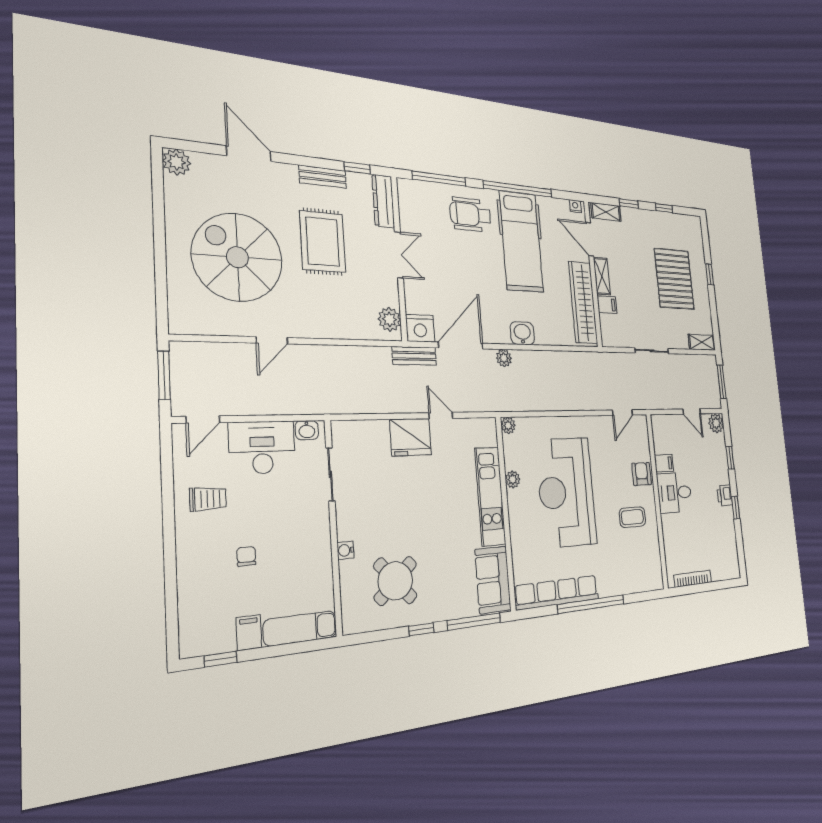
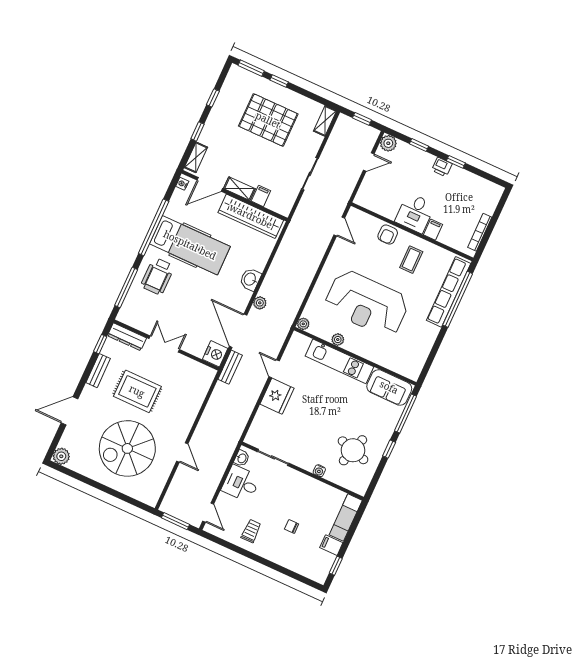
window: (706, 239) -> (251, 68), added
plant: (389, 319) -> (201, 372), removed
window: (722, 382) -> (362, 119), width x0.67
door: (441, 416) -> (274, 369), hinge flipped
desk: (262, 447) -> (241, 484), width x0.73
filing cabinet: (664, 463) -> (433, 230), moved
armchair: (642, 474) -> (388, 235), turned -90
round table: (395, 581) -> (353, 450), turned -31
row of seats: (557, 592) -> (449, 292), moved
window: (591, 604) -> (458, 299), moved

